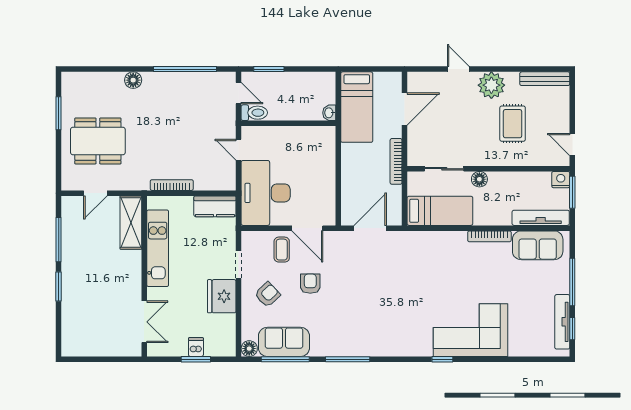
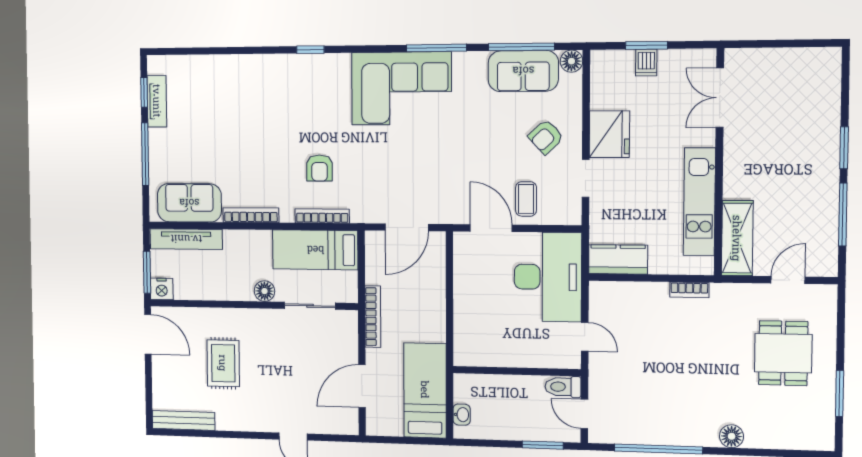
plant: (491, 85) -> (251, 414), removed
washbasin: (329, 113) -> (462, 415), moved
dining table: (98, 141) -> (783, 353), width x0.73
door: (572, 145) -> (148, 334), width x1.38
bookcase: (172, 185) -> (689, 290), width x0.64
bookcase: (434, 236) -> (322, 216), added
armchair: (310, 284) -> (320, 168), moved
tv unit: (562, 322) -> (157, 101), width x0.71
corner sofa: (470, 330) -> (401, 88), moved

